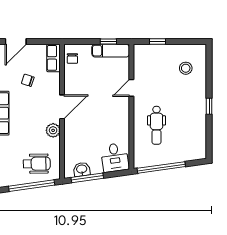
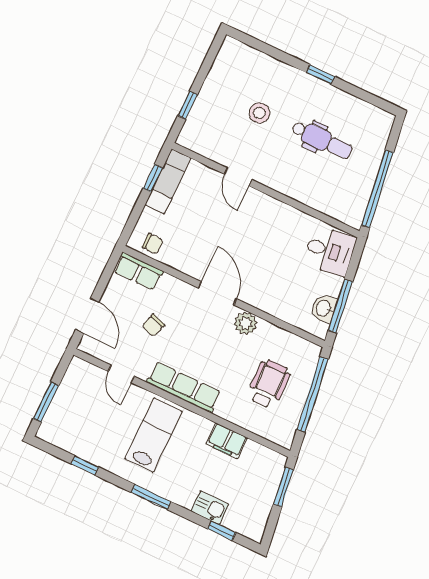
stool: (186, 68) -> (259, 113), moved
dental chair: (157, 125) -> (322, 140), moved
wheelchair: (37, 164) -> (269, 384), moved

